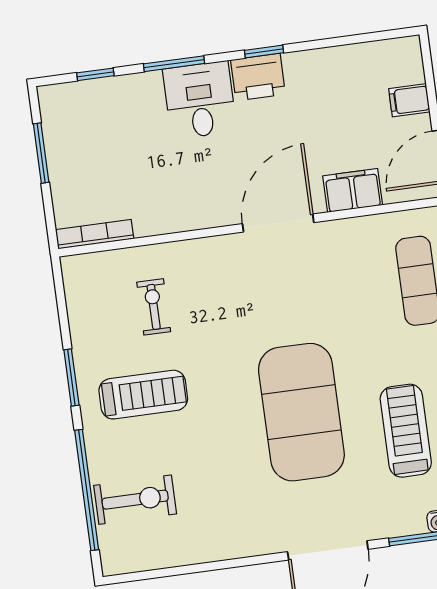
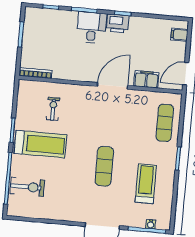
filing cabinet: (409, 100) -> (179, 35), moved
treadmill: (143, 395) -> (40, 144), width x1.37, depth x1.38
exercise mat: (301, 412) -> (104, 166), width x0.50, depth x0.69

